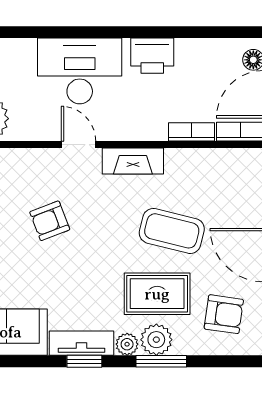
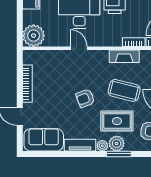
fireplace: (133, 161) -> (124, 56), moved
armchair: (50, 221) -> (85, 98), moved
window: (84, 361) -> (81, 154), removed

